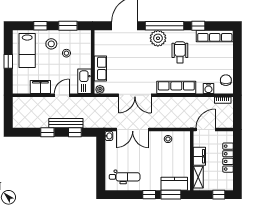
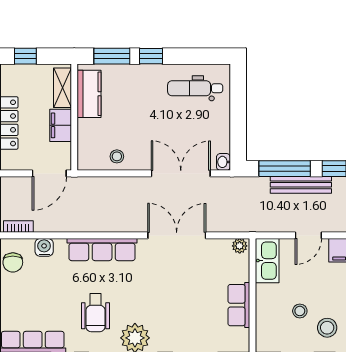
row of seats: (100, 68) -> (239, 305), moved
window: (75, 132) -> (285, 169), width x2.17
kitchen counter: (174, 184) -> (89, 94), moved, turned -90

